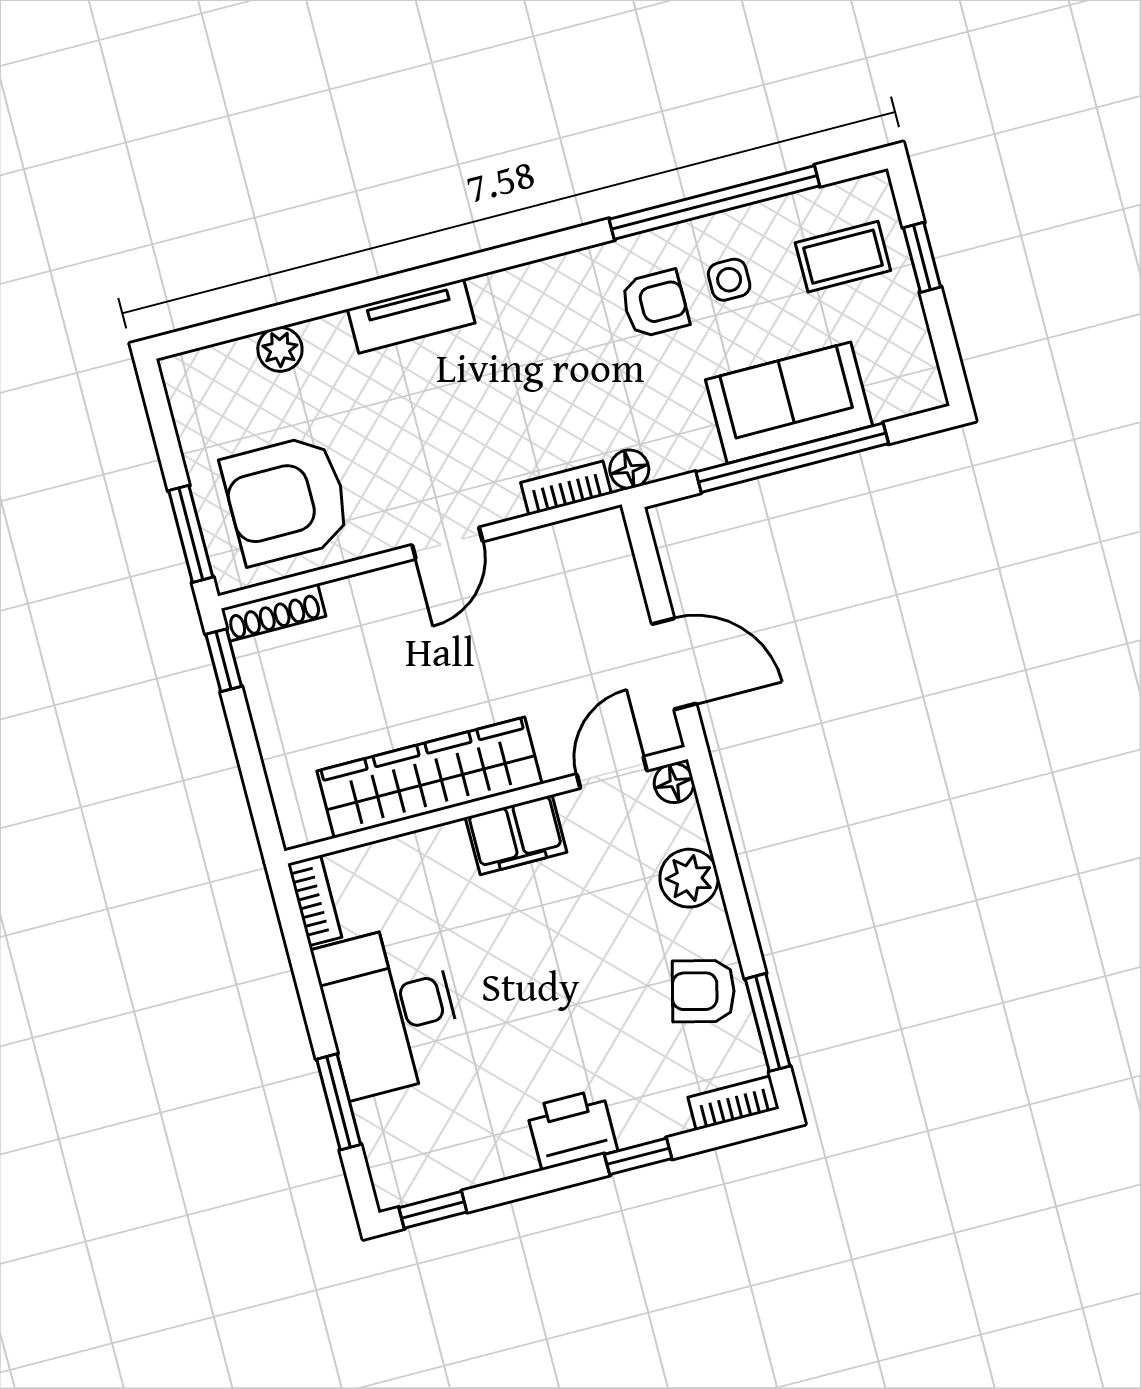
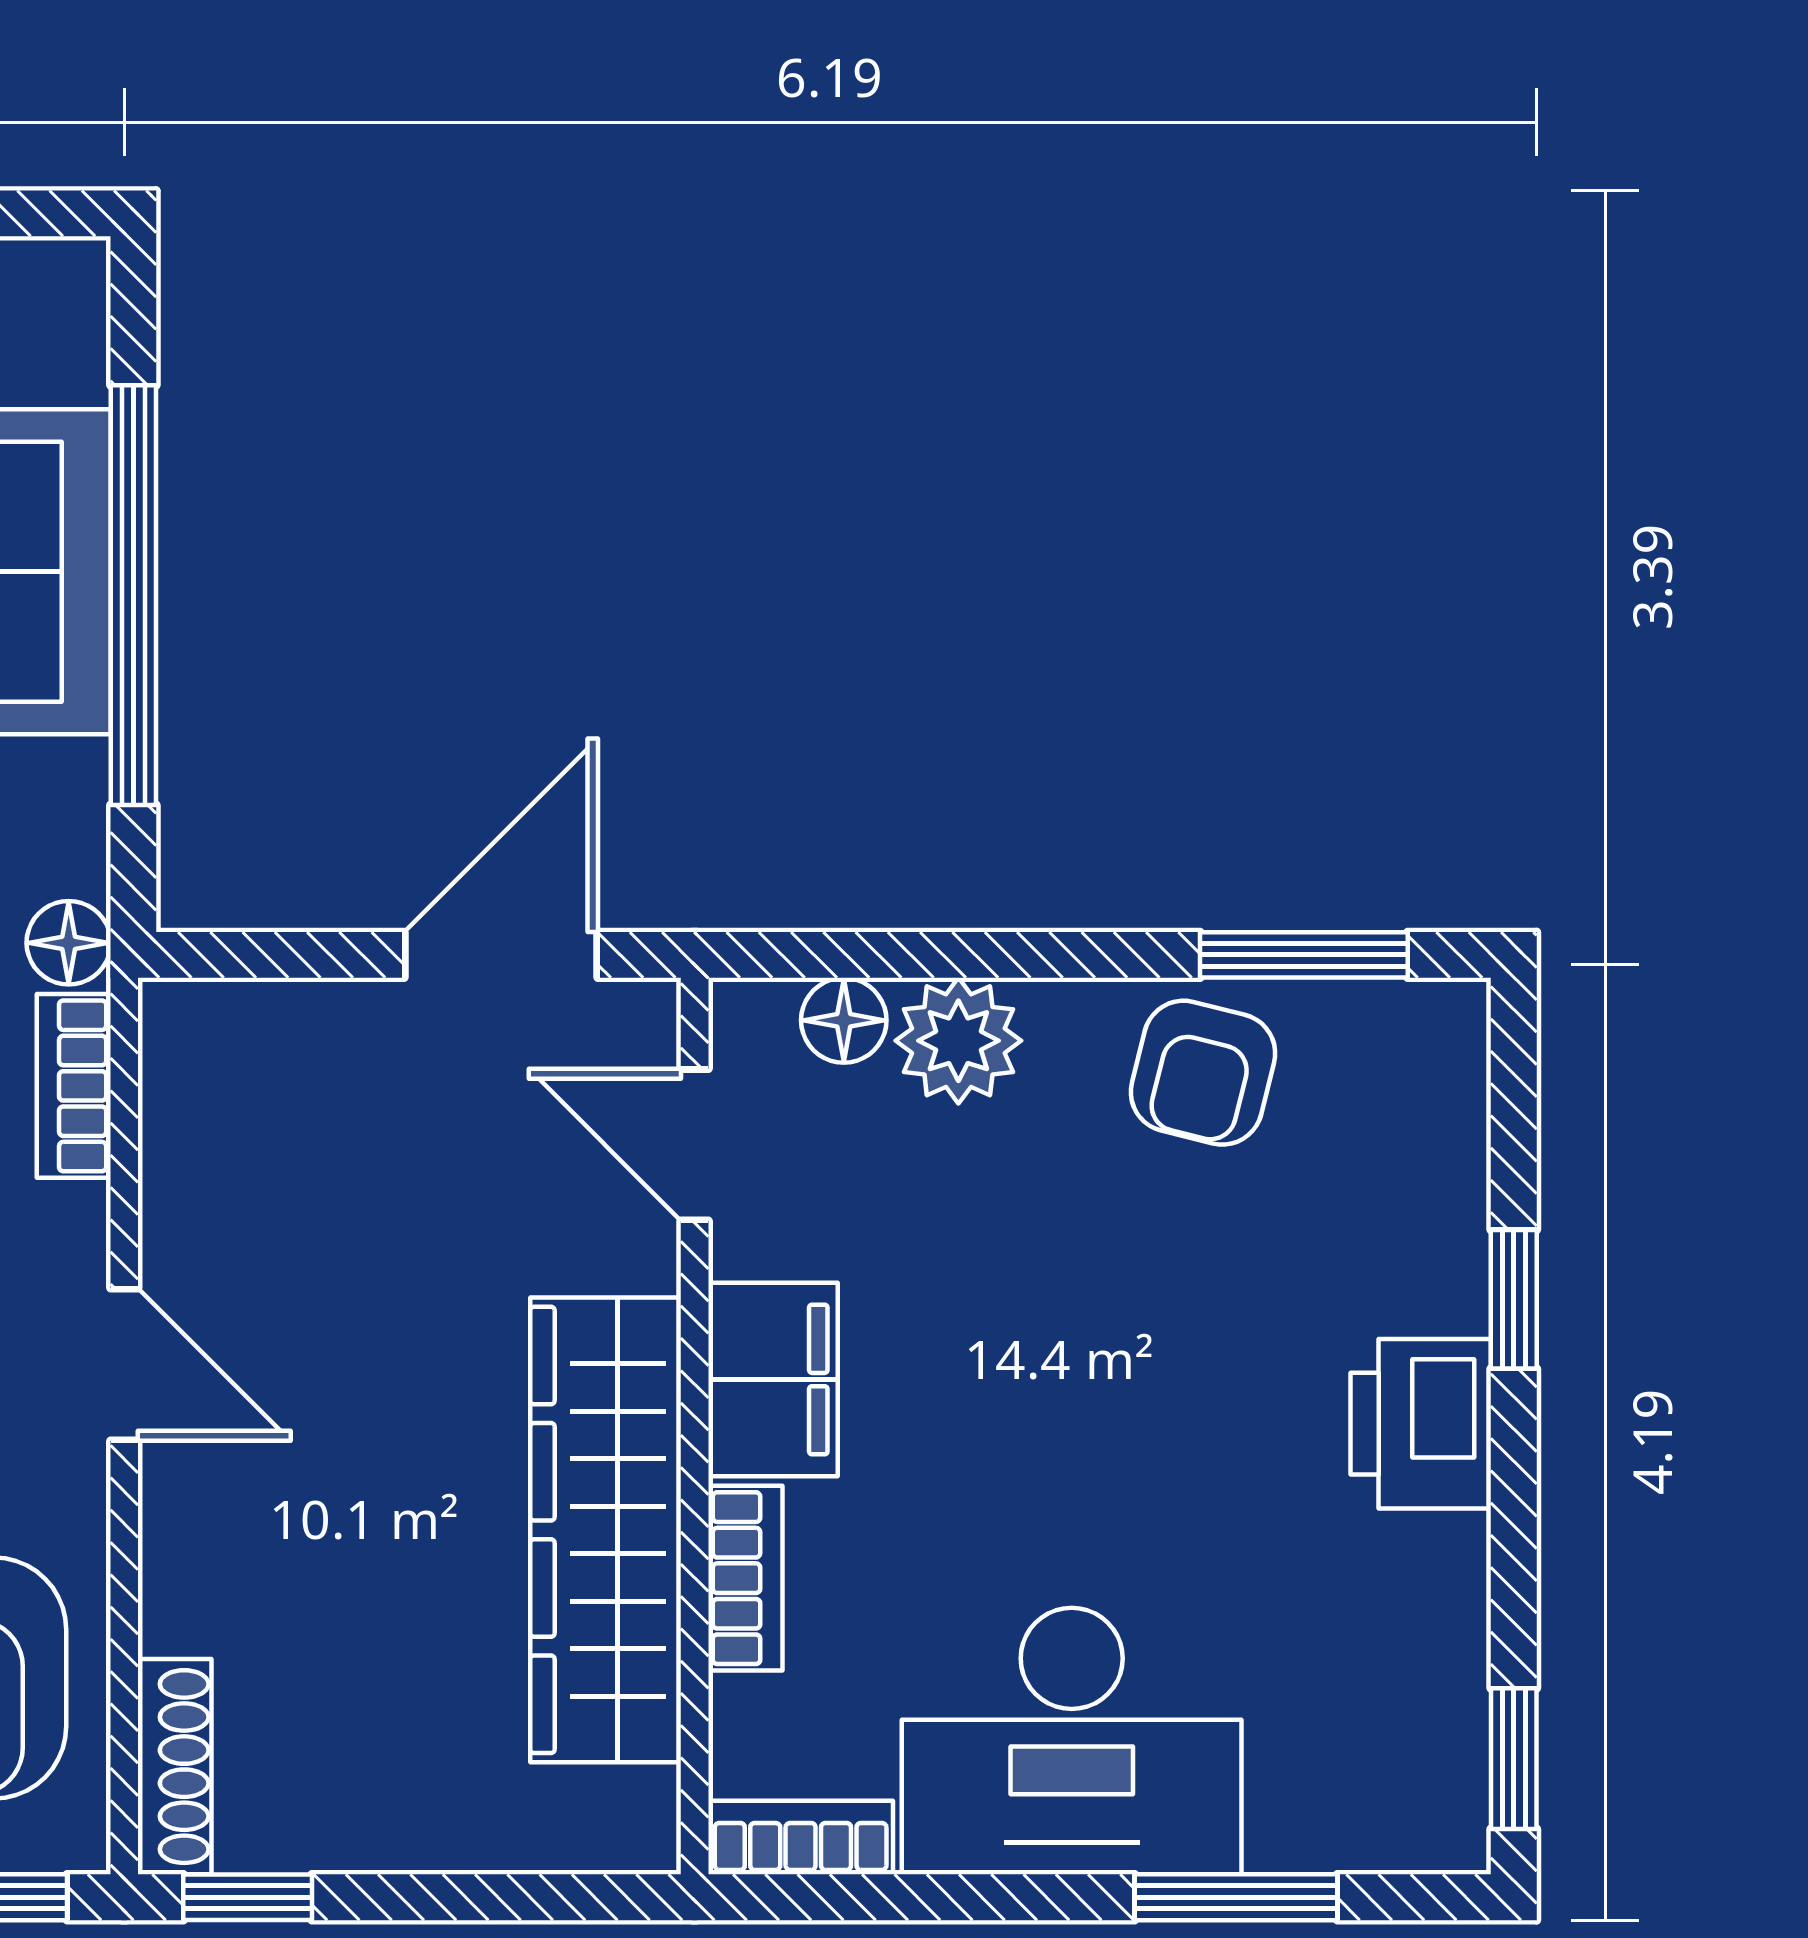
floor lamp: (674, 783) -> (844, 1020), moved
bookcase: (734, 1103) -> (745, 1578), moved, turned 180

